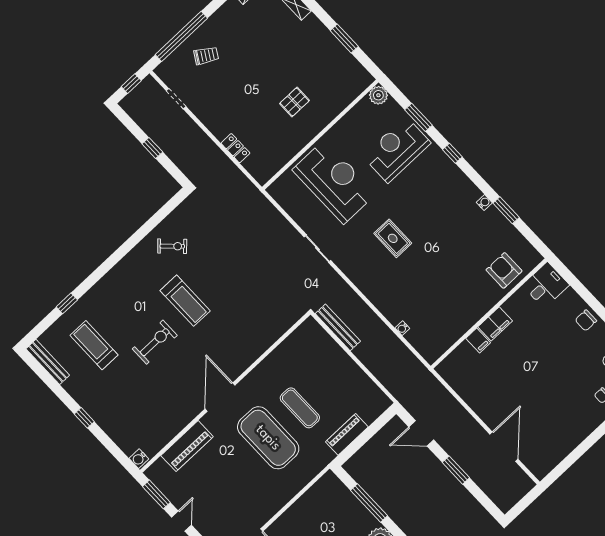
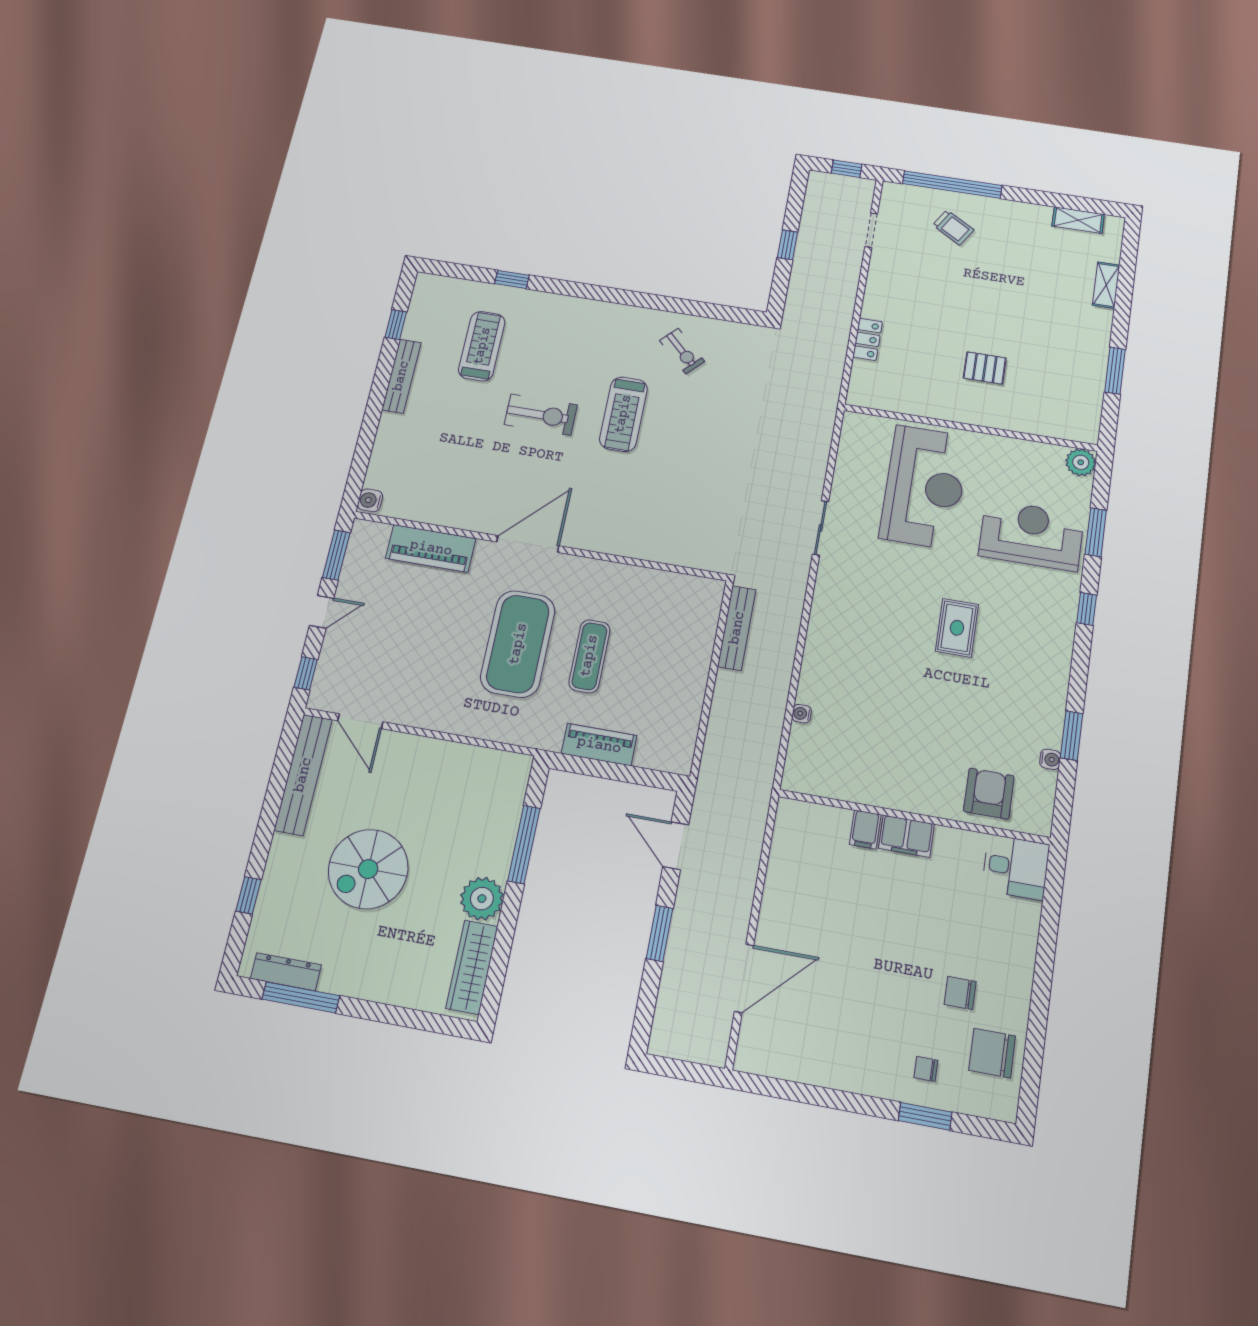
water cooler: (484, 203) -> (1050, 759), moved
rug: (393, 238) -> (957, 628), moved
chair: (586, 320) -> (960, 993), moved
bench: (48, 362) -> (401, 376), moved
window: (84, 418) -> (396, 325), moved

